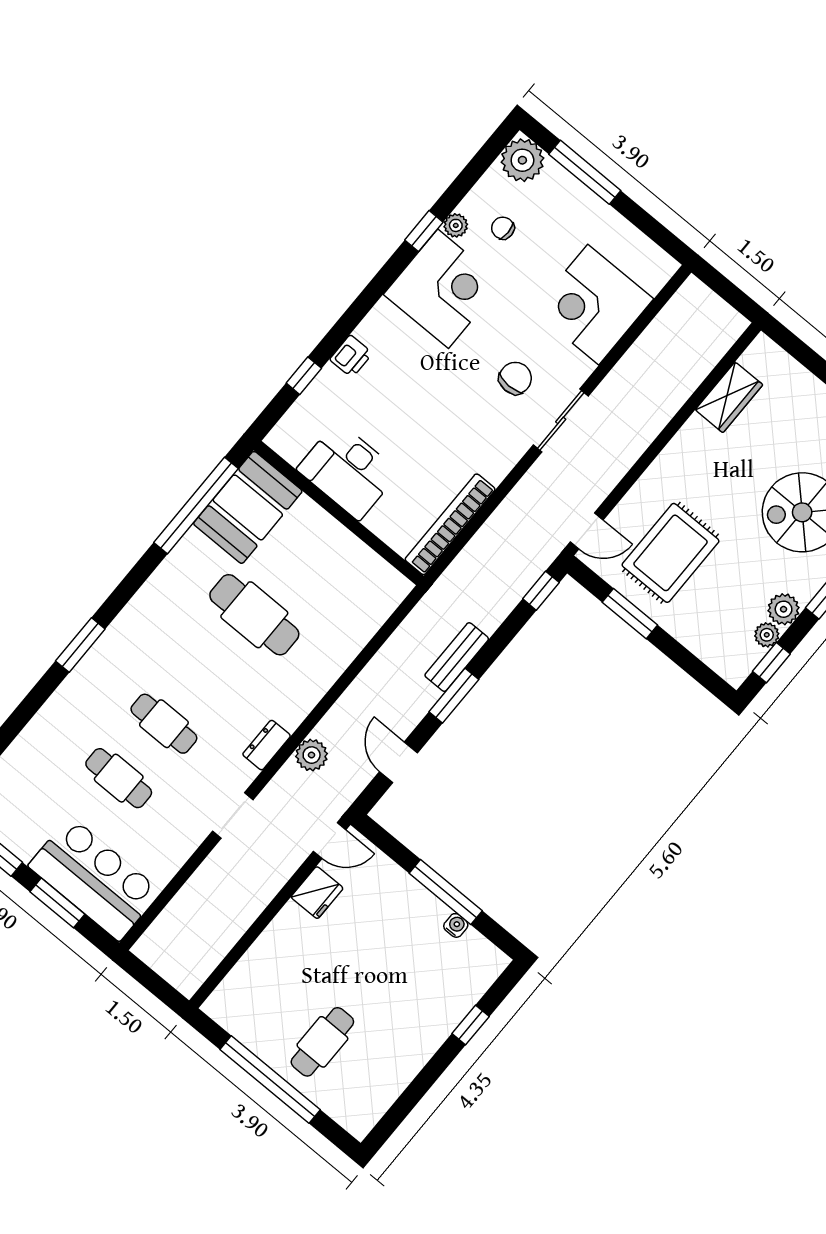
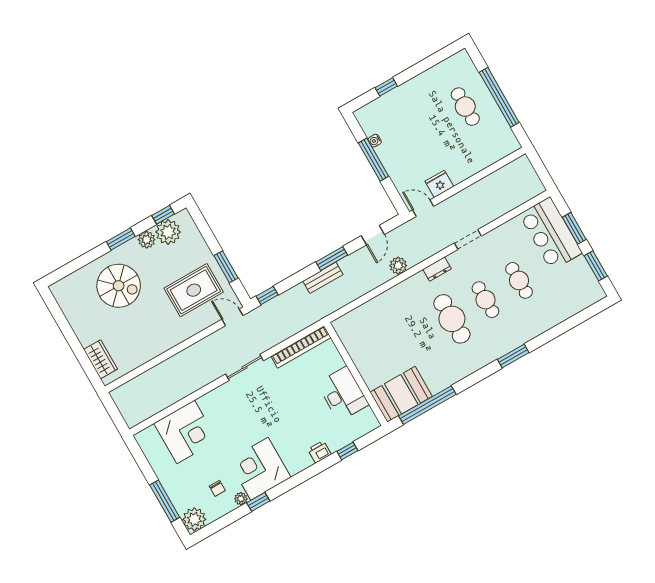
chair: (515, 378) -> (240, 409), removed
wardrobe: (729, 397) -> (101, 359), moved, turned 90
sliding door: (561, 421) -> (244, 367), moved
cafe table: (254, 615) -> (452, 319), moved
plant: (767, 635) -> (168, 232), width x1.87, depth x1.87
plant: (312, 755) -> (398, 266), moved
cafe table: (322, 1042) -> (465, 107), turned 90

